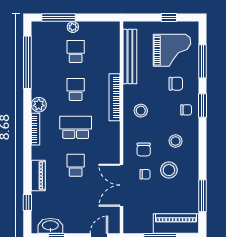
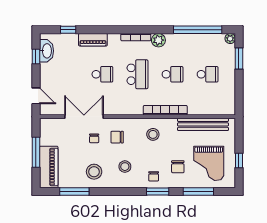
window: (59, 18) -> (239, 59), width x0.69
plant: (73, 27) -> (230, 39), moved
stool: (169, 170) -> (94, 172), moved

